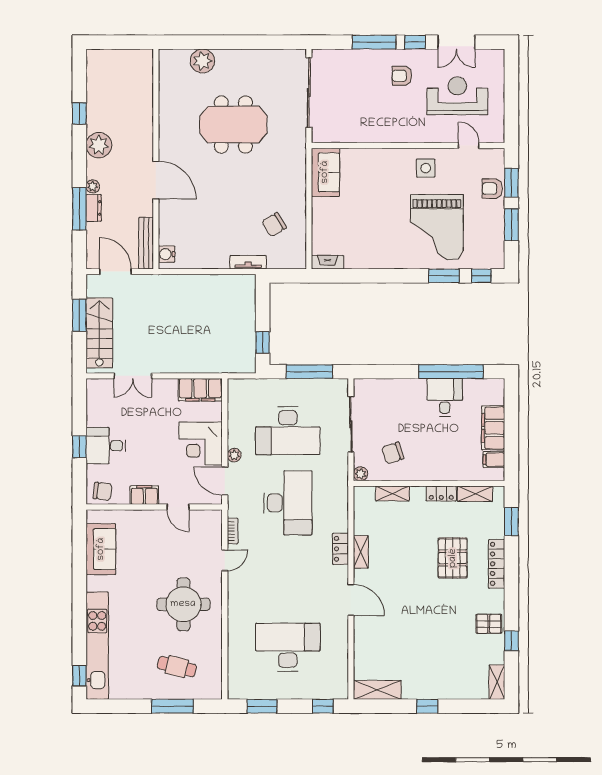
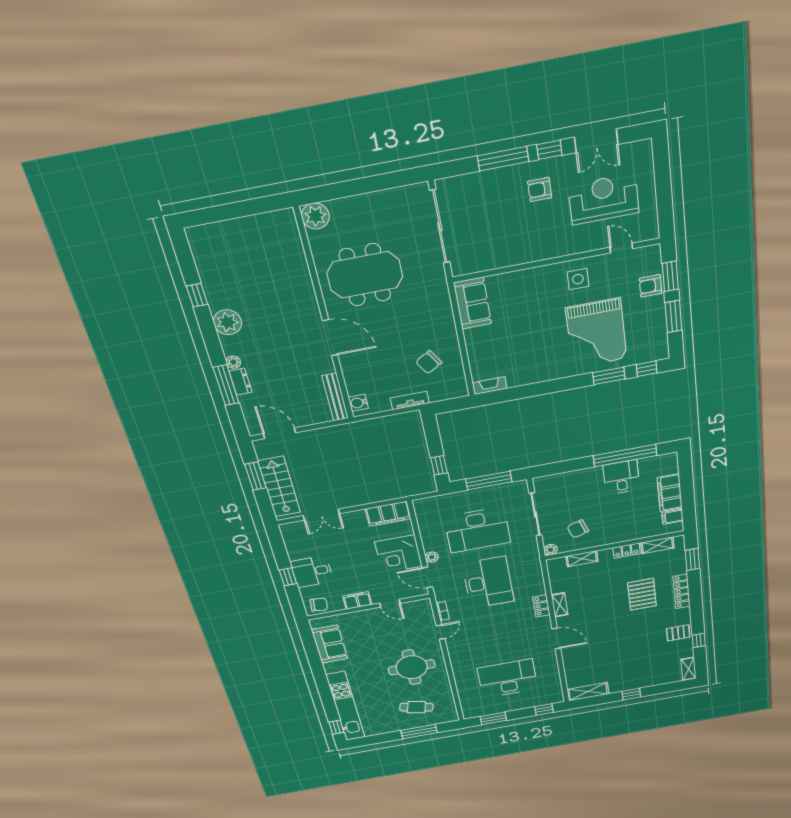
wall: (156, 159) -> (325, 318), moved
door: (156, 180) -> (330, 338), moved
bench: (146, 243) -> (335, 397), moved
water cooler: (167, 254) -> (358, 403), moved

